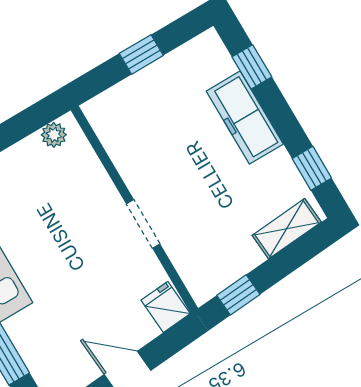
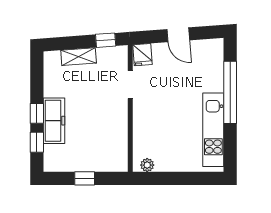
window: (312, 168) -> (37, 113), moved
doorway: (143, 224) -> (130, 85), moved
shelving: (287, 229) -> (79, 57), moved

